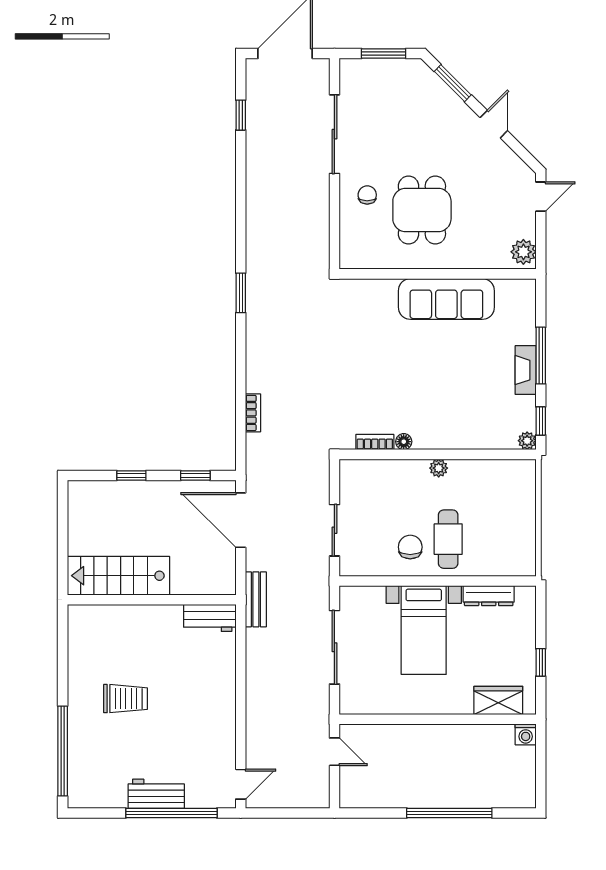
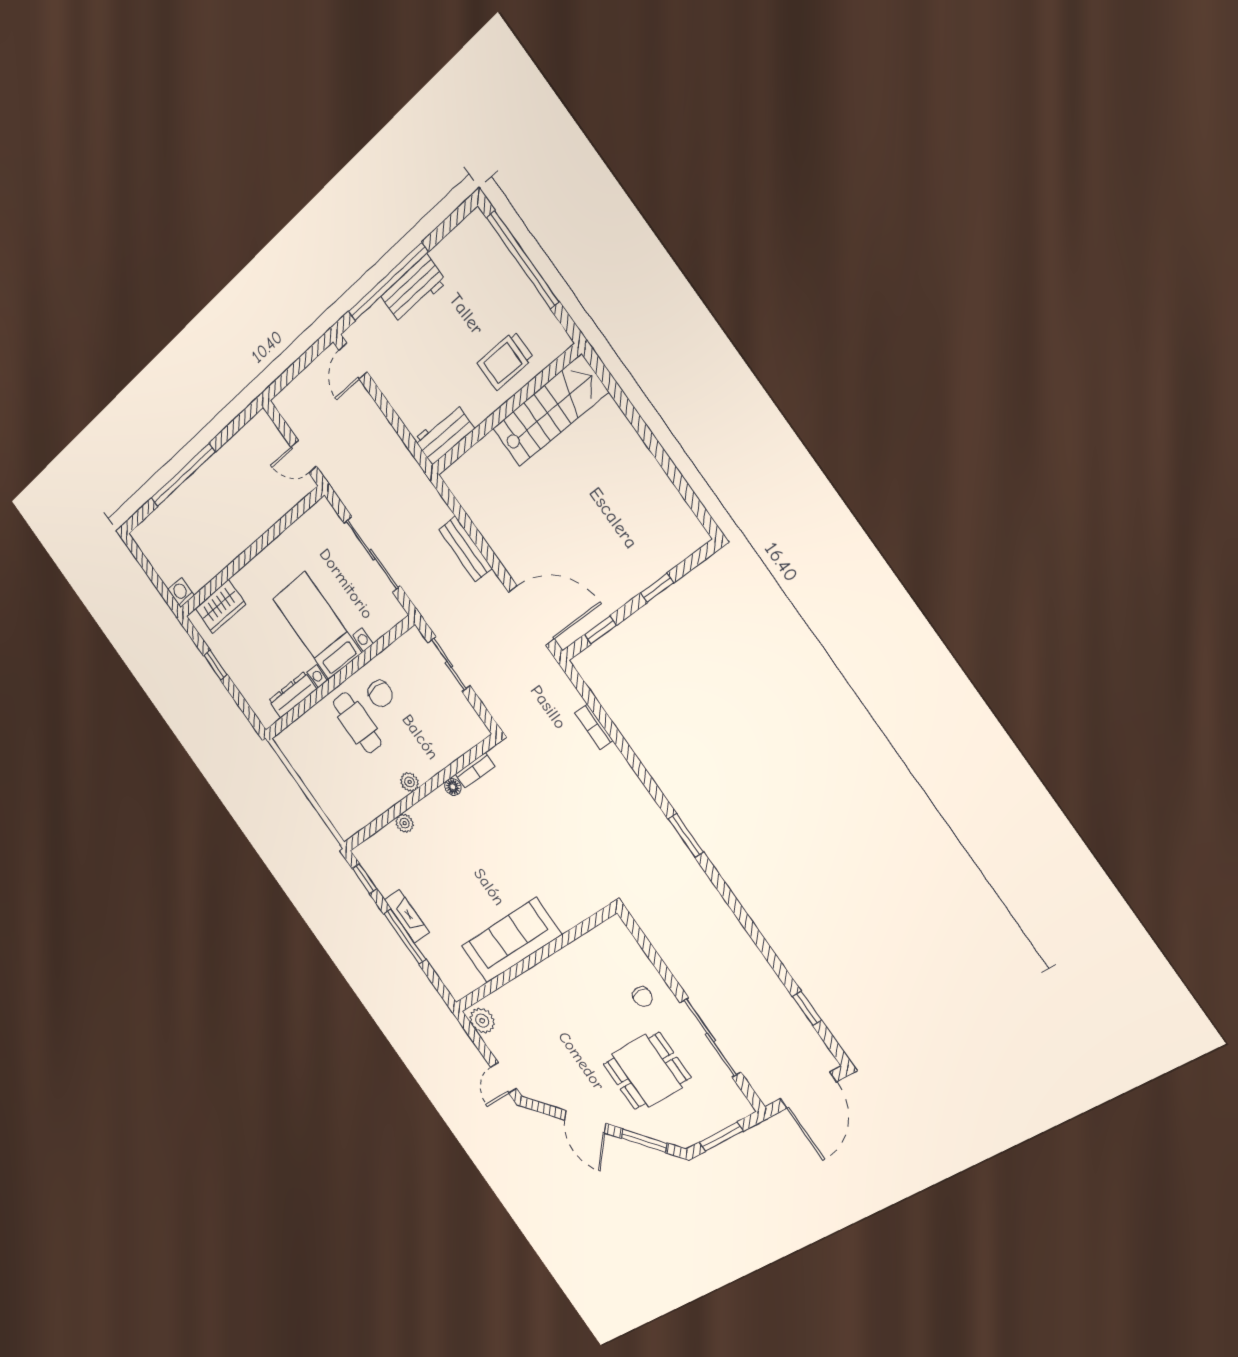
door: (494, 124) -> (585, 1122), width x1.38
dining table: (422, 210) -> (647, 1071), moved, turned 90
plant: (527, 441) -> (405, 823), moved
stairs: (118, 576) -> (550, 410), moved
wall: (152, 600) -> (505, 411), moved
workbench: (210, 618) -> (444, 434), moved

